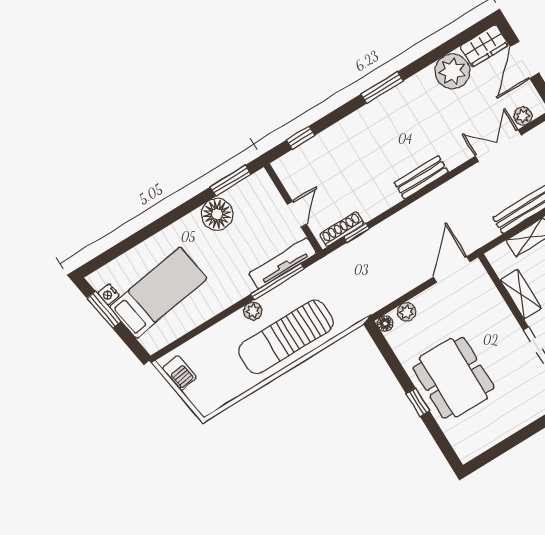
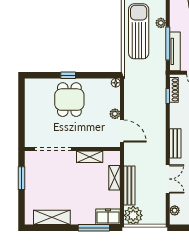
double door: (498, 146) -> (168, 179), moved
plant: (406, 312) -> (115, 114), moved
dining table: (453, 378) -> (69, 100), width x0.73

